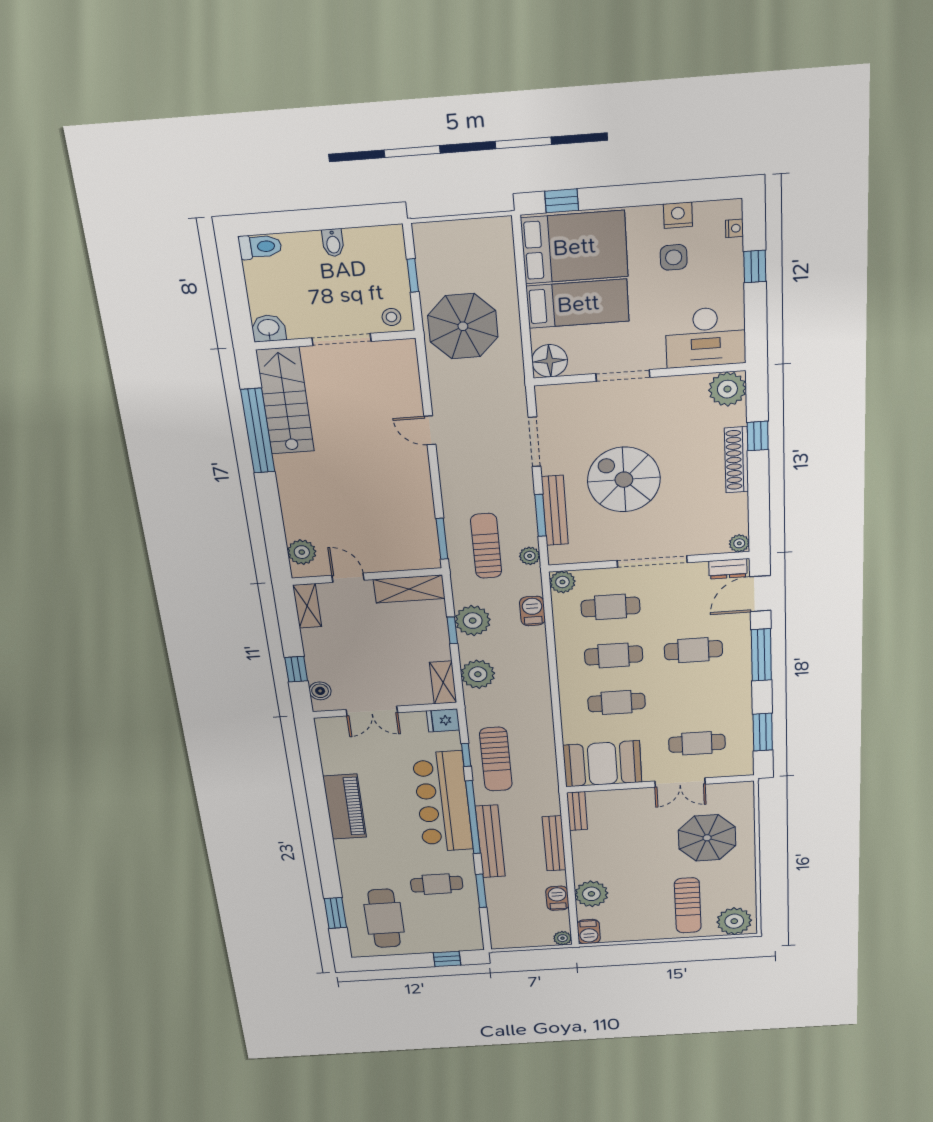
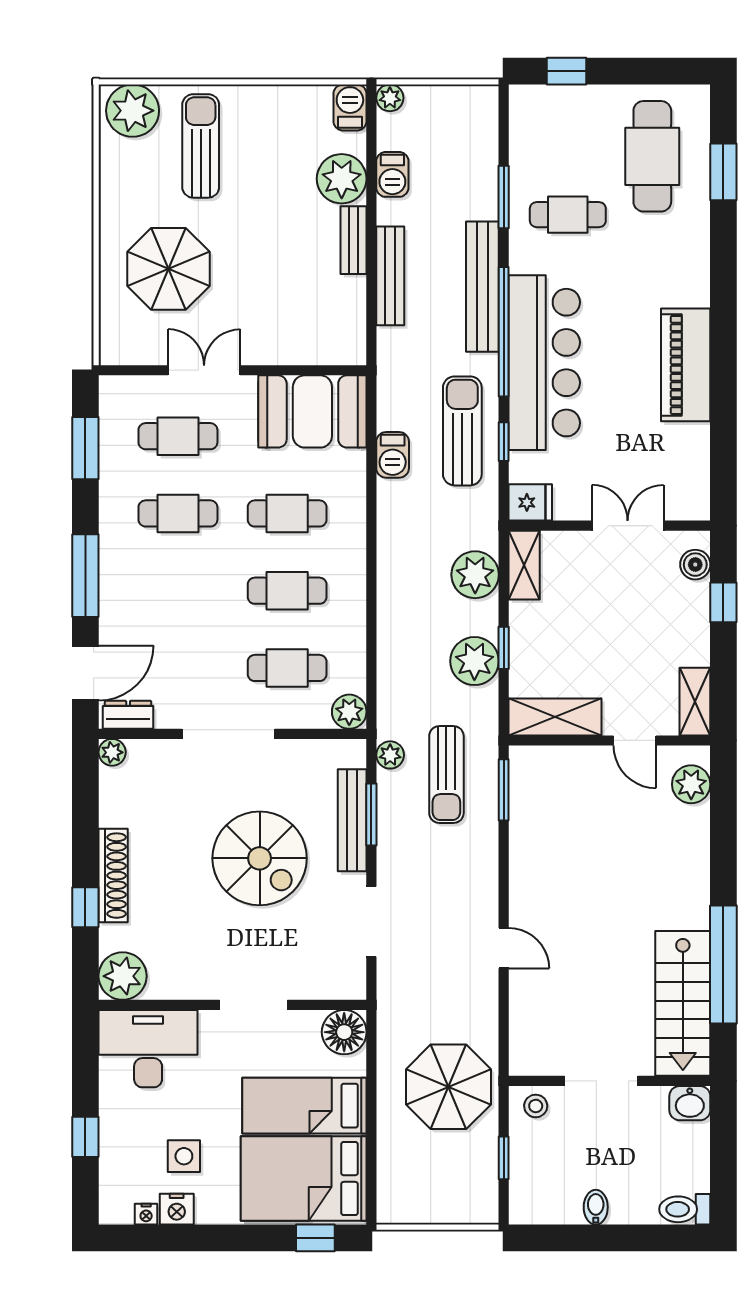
nightstand: (734, 228) -> (146, 1214), moved, turned -90
barbecue: (532, 611) -> (393, 455), moved
cafe table: (693, 650) -> (178, 513), moved
bench: (577, 811) -> (353, 240), moved

